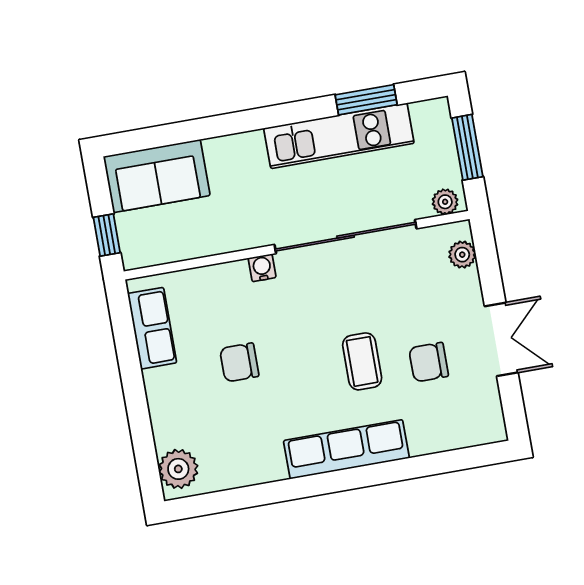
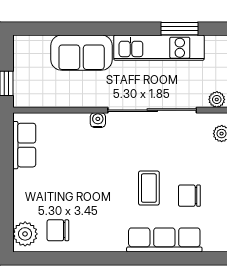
sofa: (157, 176) -> (82, 53), moved
chair: (239, 362) -> (58, 230), moved
row of seats: (346, 449) -> (164, 240), moved

